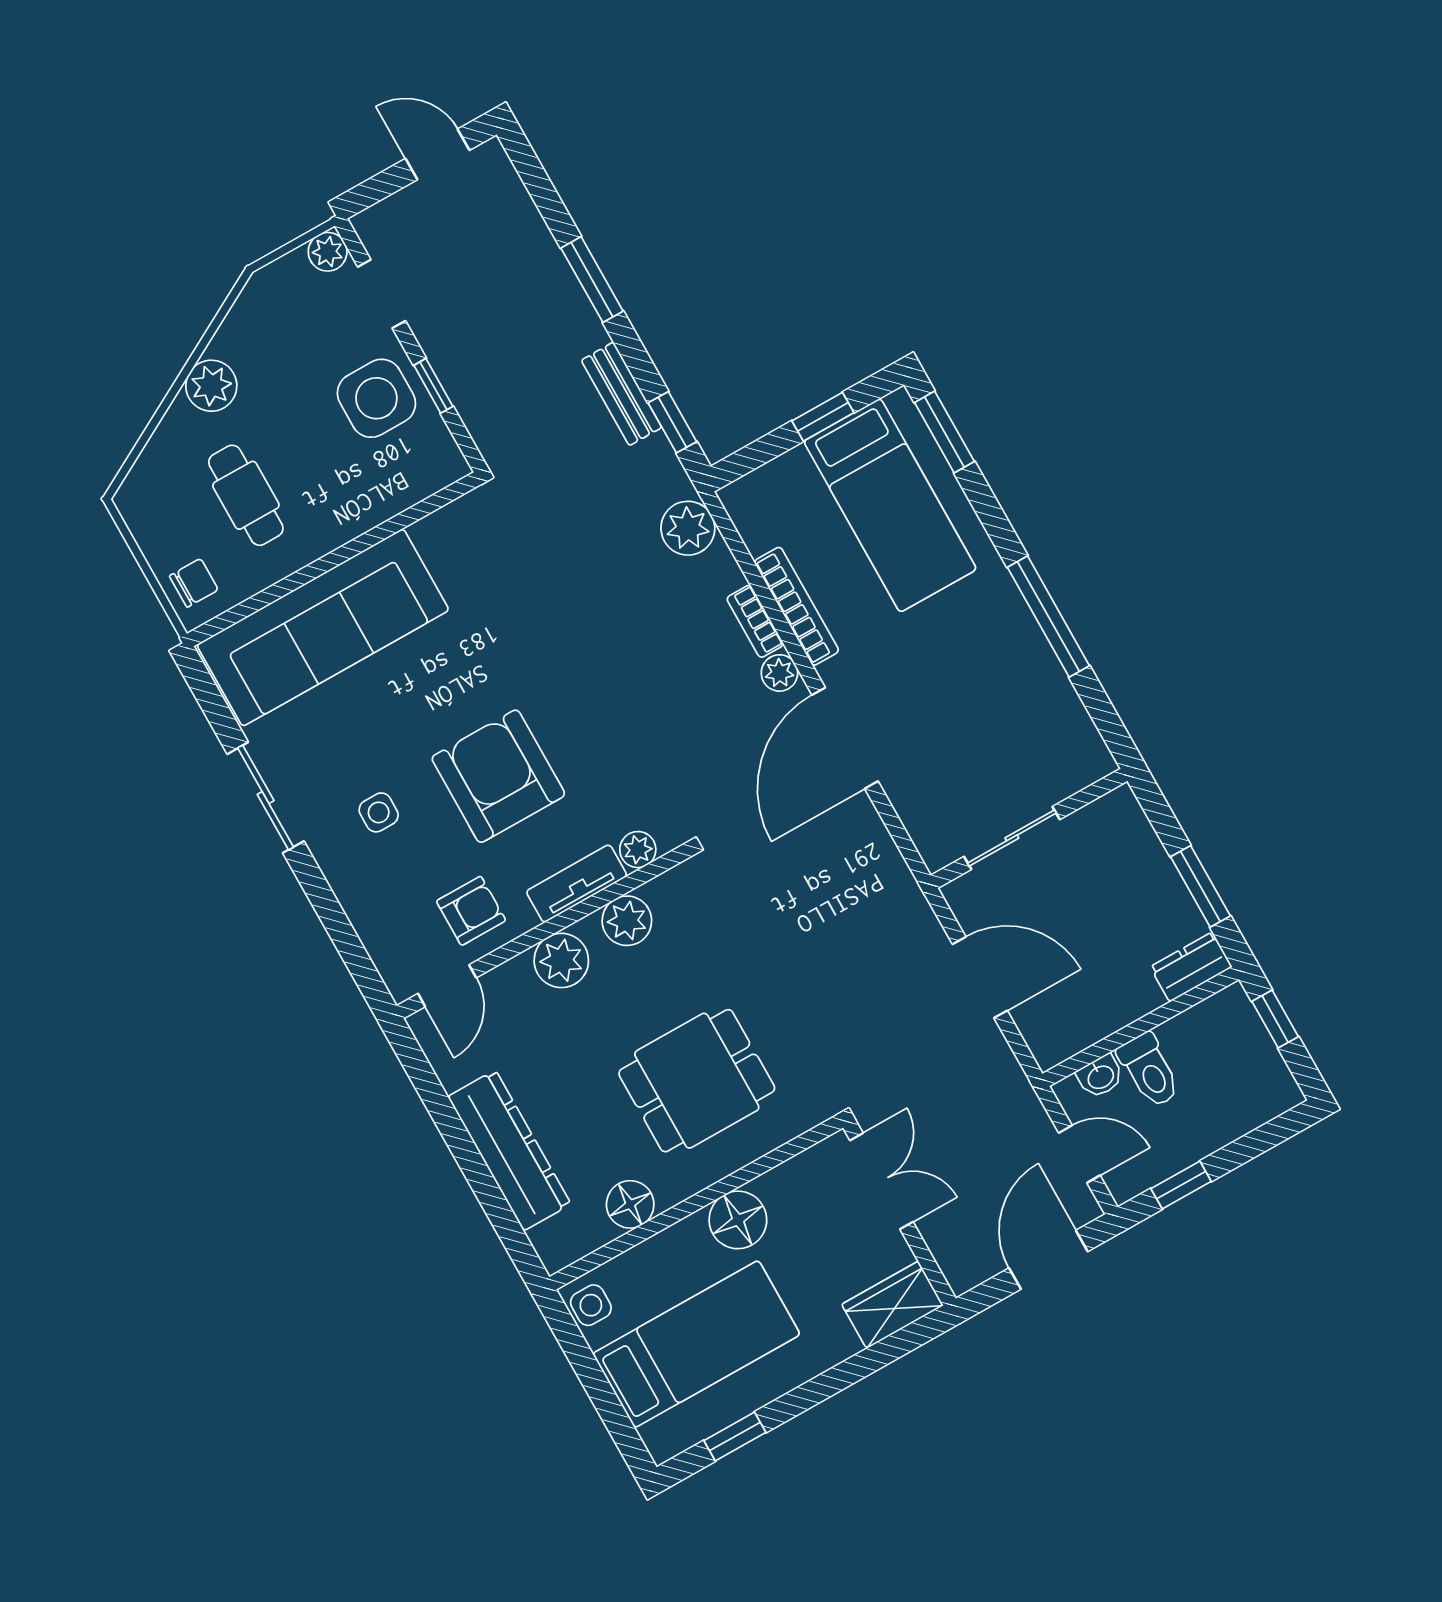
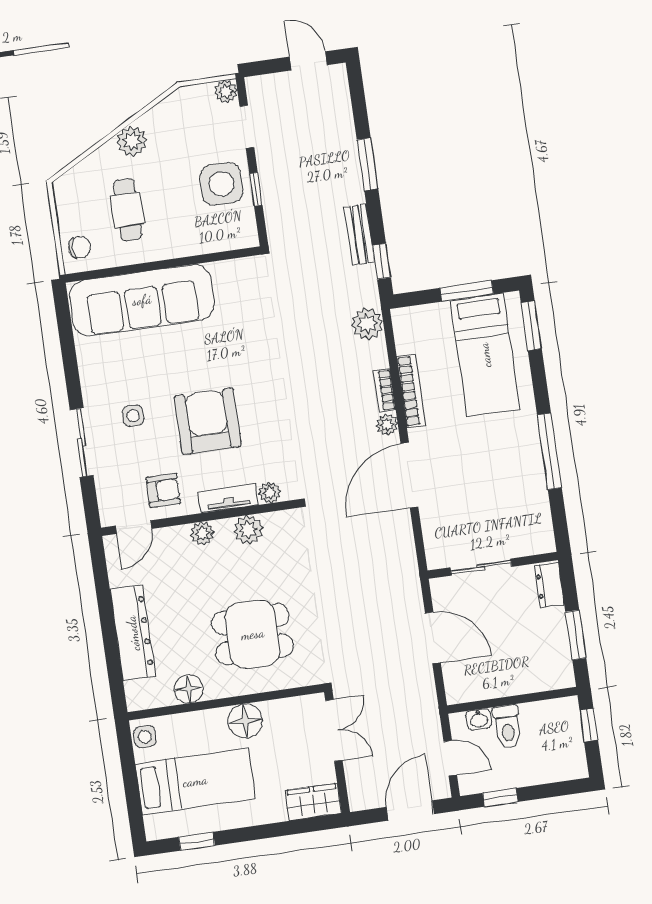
window: (823, 417) -> (467, 291), width x1.50
sliding door: (266, 798) -> (82, 443), moved
plant: (561, 960) -> (202, 533), width x0.73, depth x0.73
dresser: (1191, 967) -> (549, 585), moved, turned -90

